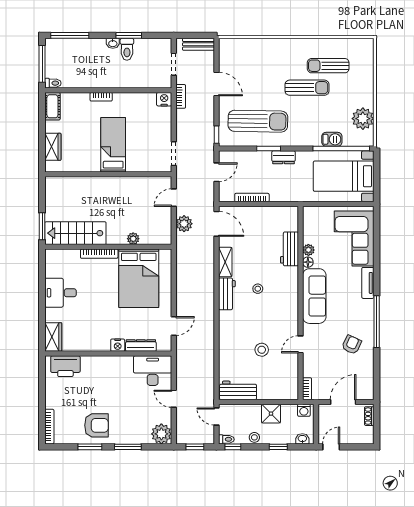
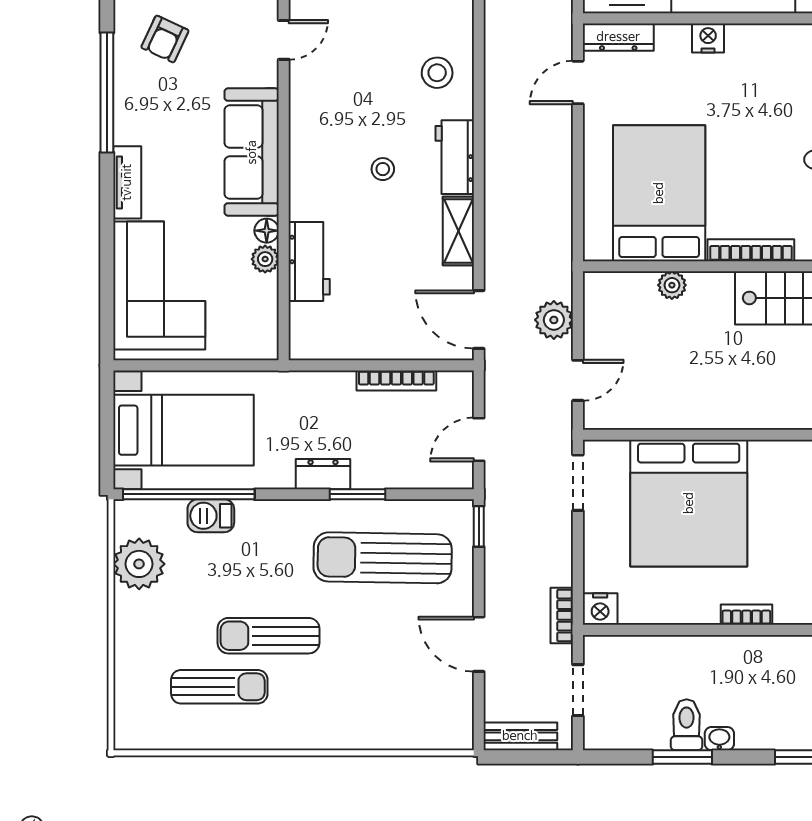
bed: (113, 145) -> (689, 503), width x2.04
dresser: (141, 346) -> (618, 37), moved
stool: (262, 350) -> (437, 73), moved

